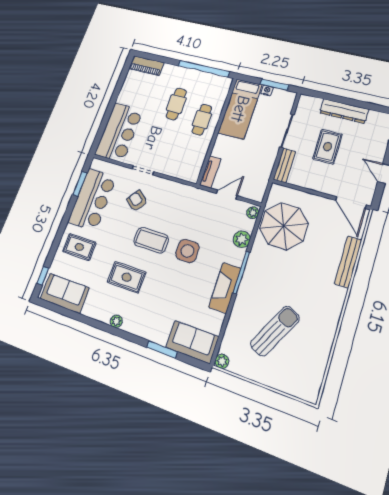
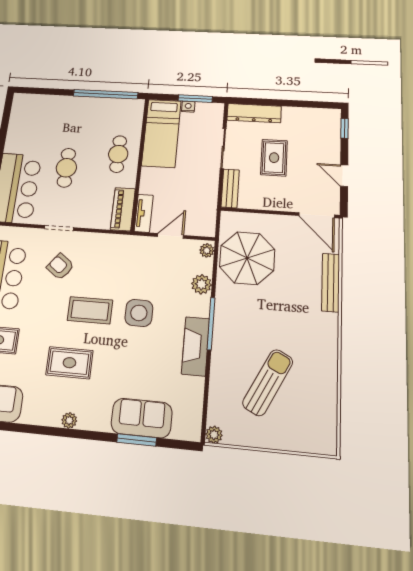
piano: (146, 66) -> (123, 209), moved, turned 90
cafe table: (176, 104) -> (66, 168), moved
dresser: (344, 111) -> (254, 113), moved
sofa: (192, 342) -> (142, 418), moved

